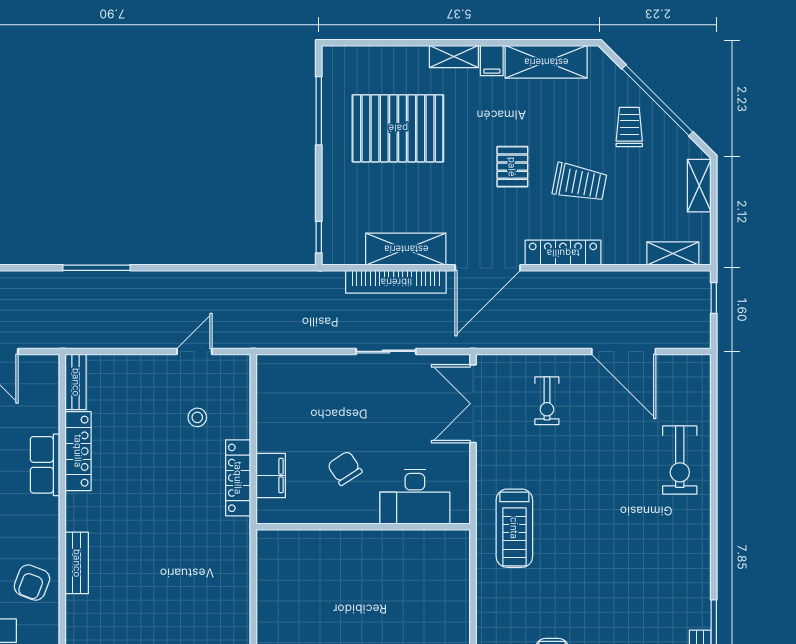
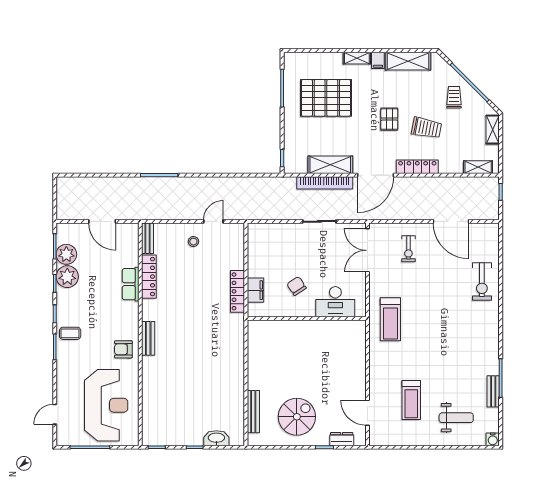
stool: (197, 417) -> (193, 242), moved
armchair: (32, 583) -> (123, 349), turned 69

